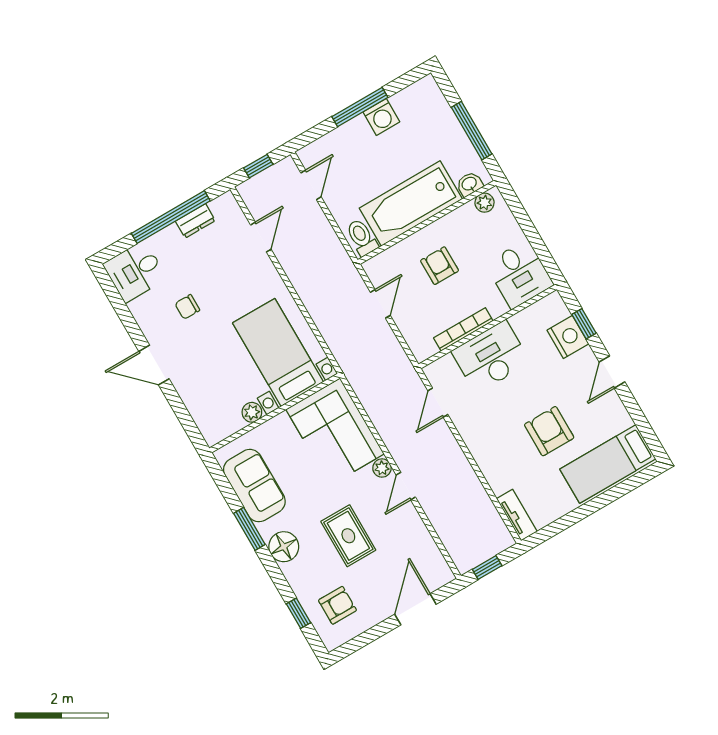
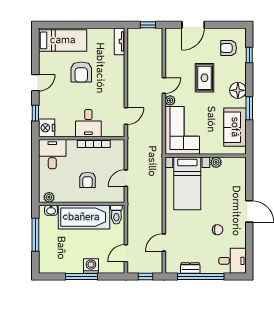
washing machine: (381, 117) -> (91, 266), moved
nightstand: (568, 337) -> (47, 128), moved
desk: (491, 357) -> (88, 123), width x0.73

